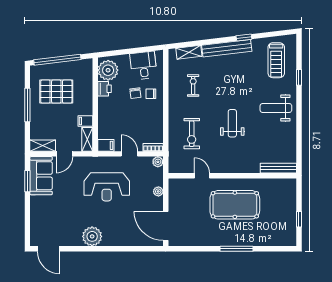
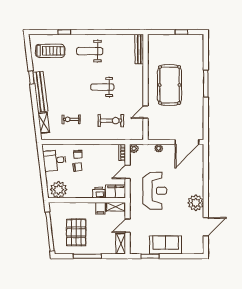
printer: (104, 89) -> (99, 193), moved
weight bench: (276, 108) -> (90, 51), turned 90
filing cabinet: (106, 145) -> (116, 191), width x2.00
door: (64, 154) -> (128, 226), swing flipped
sofa: (41, 176) -> (166, 245), moved
door: (48, 249) -> (206, 227), moved

